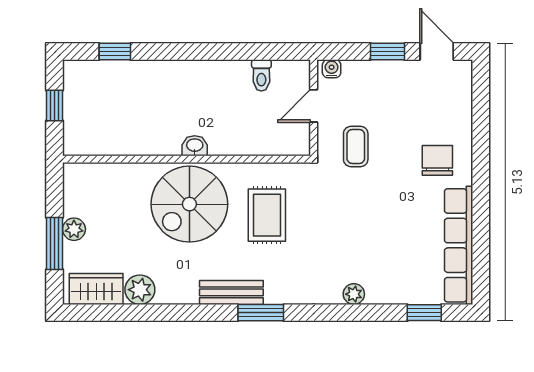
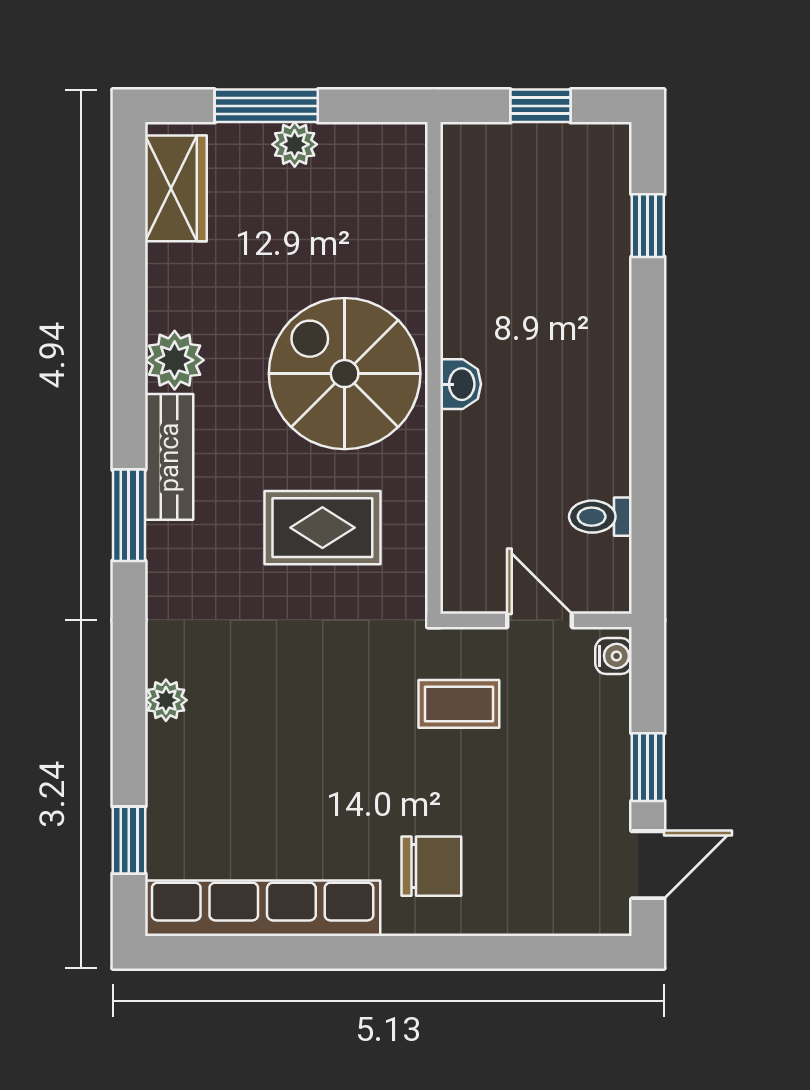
plant: (140, 290) -> (175, 360), moved

